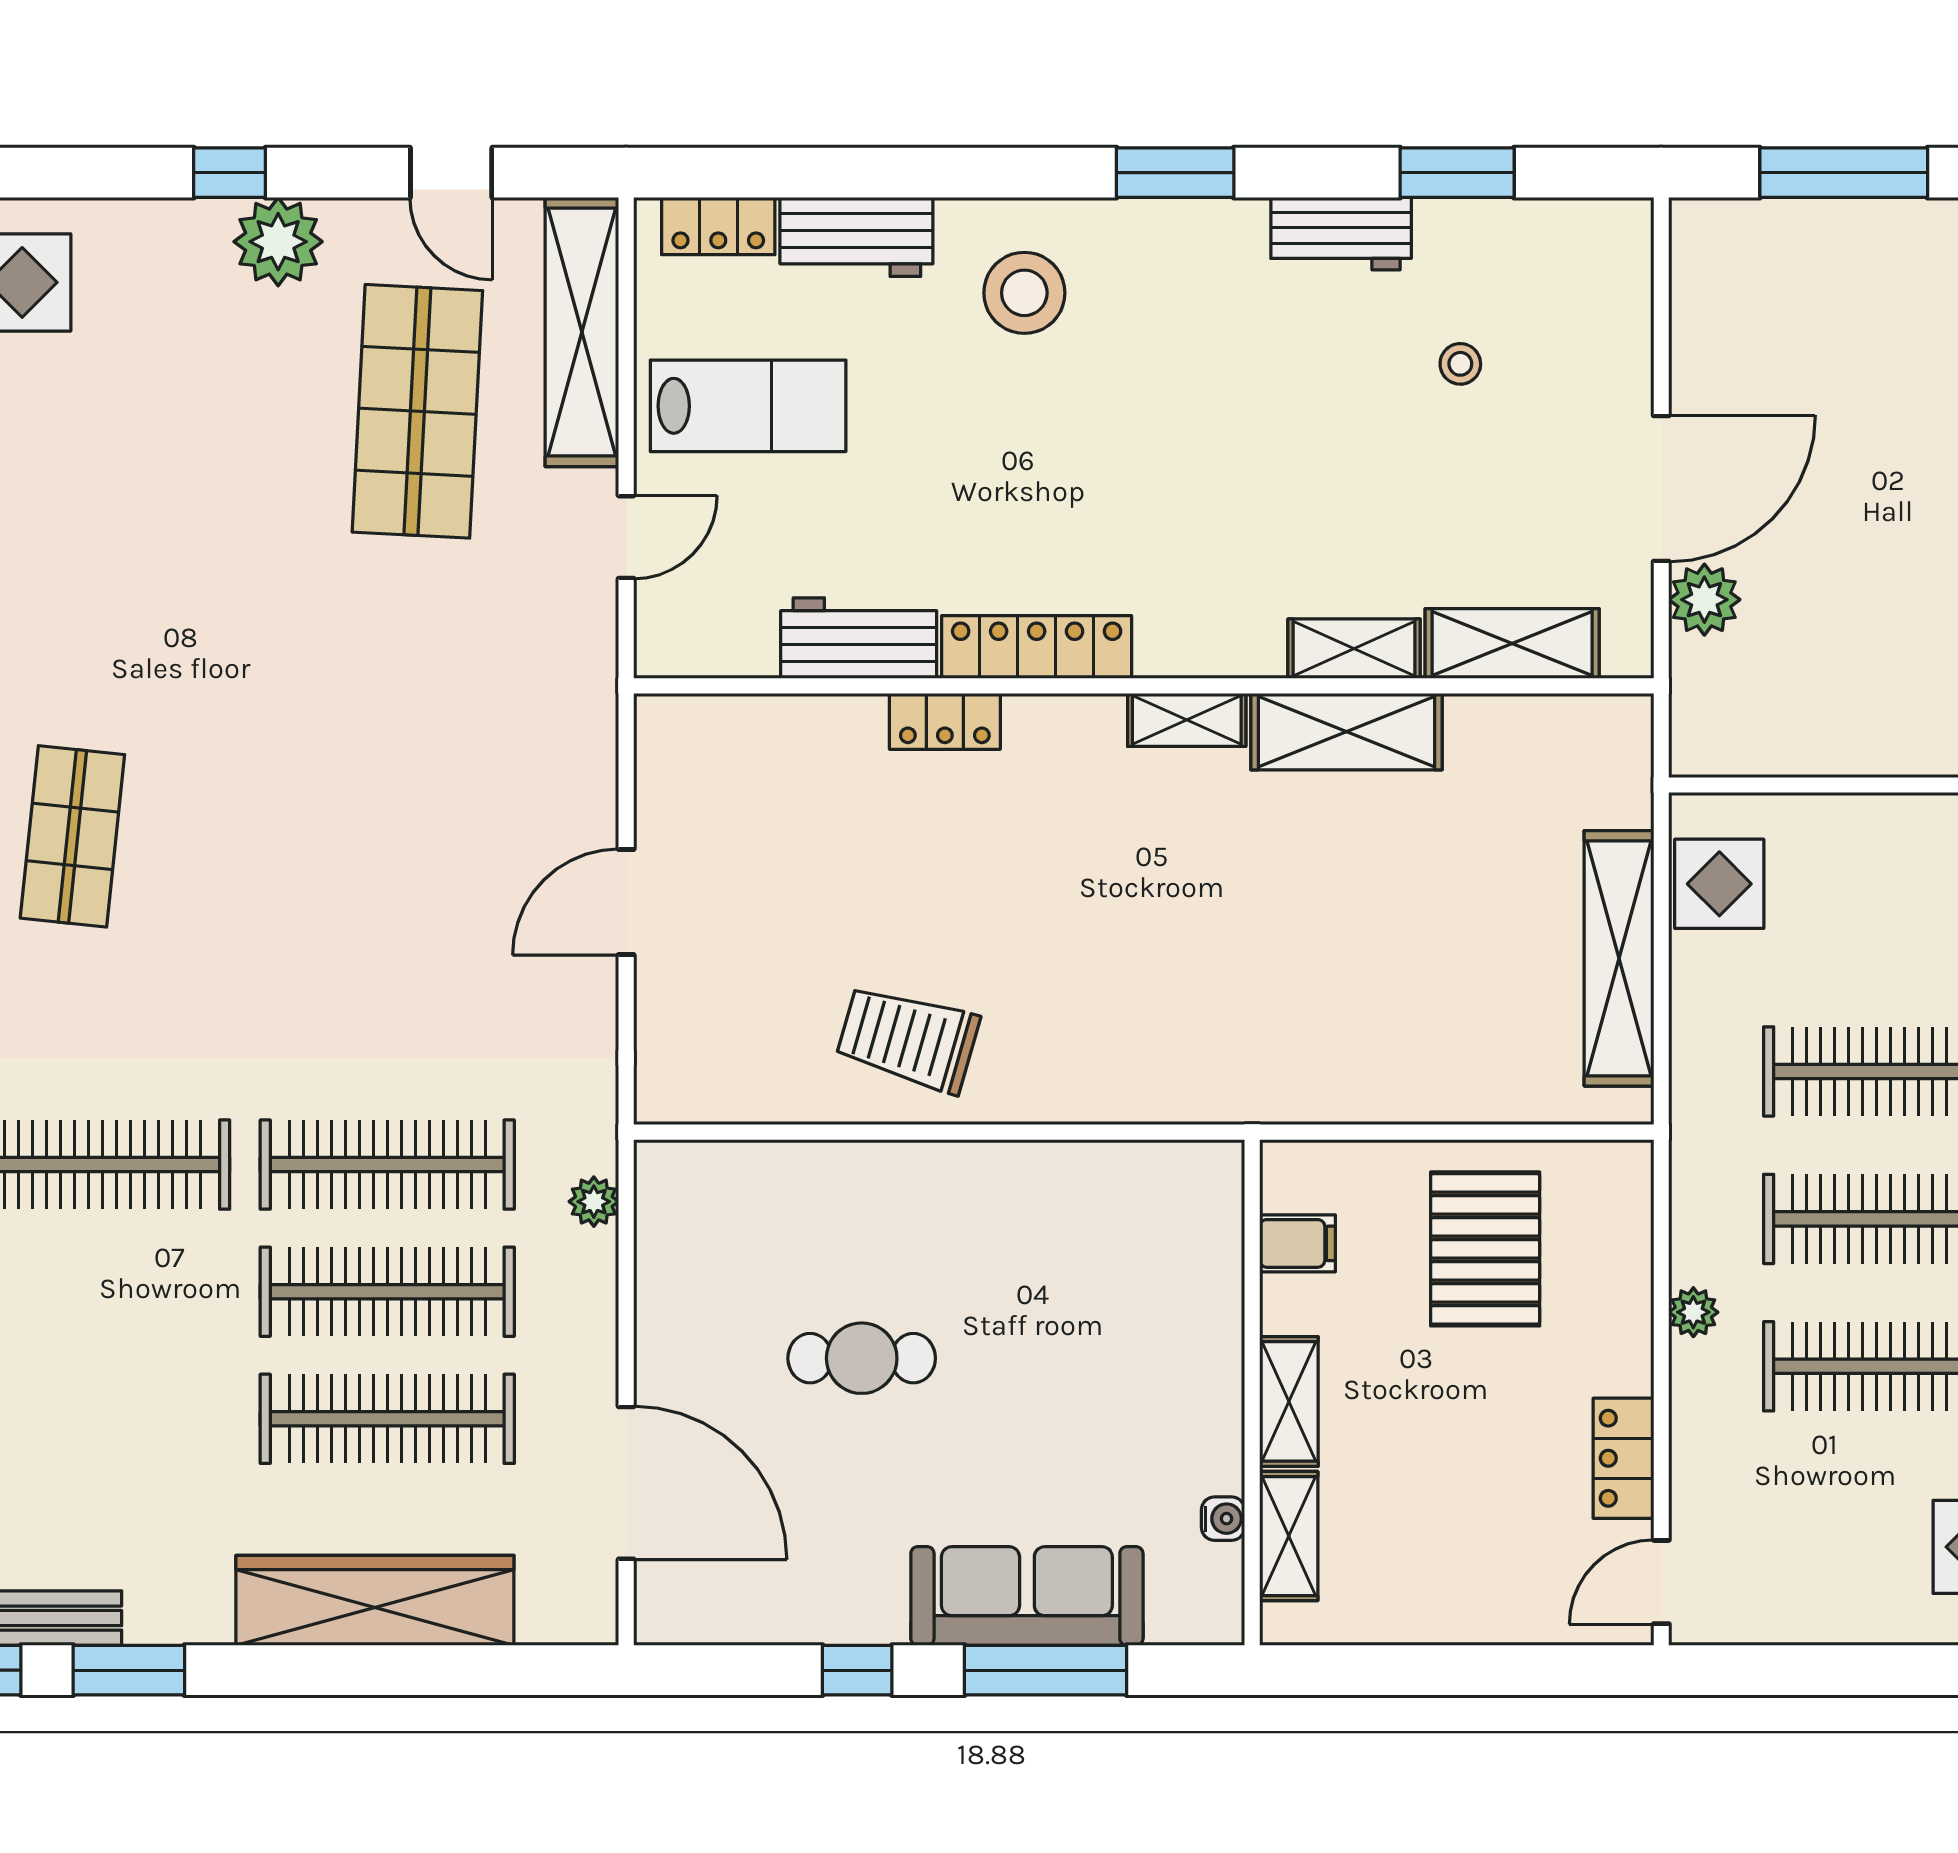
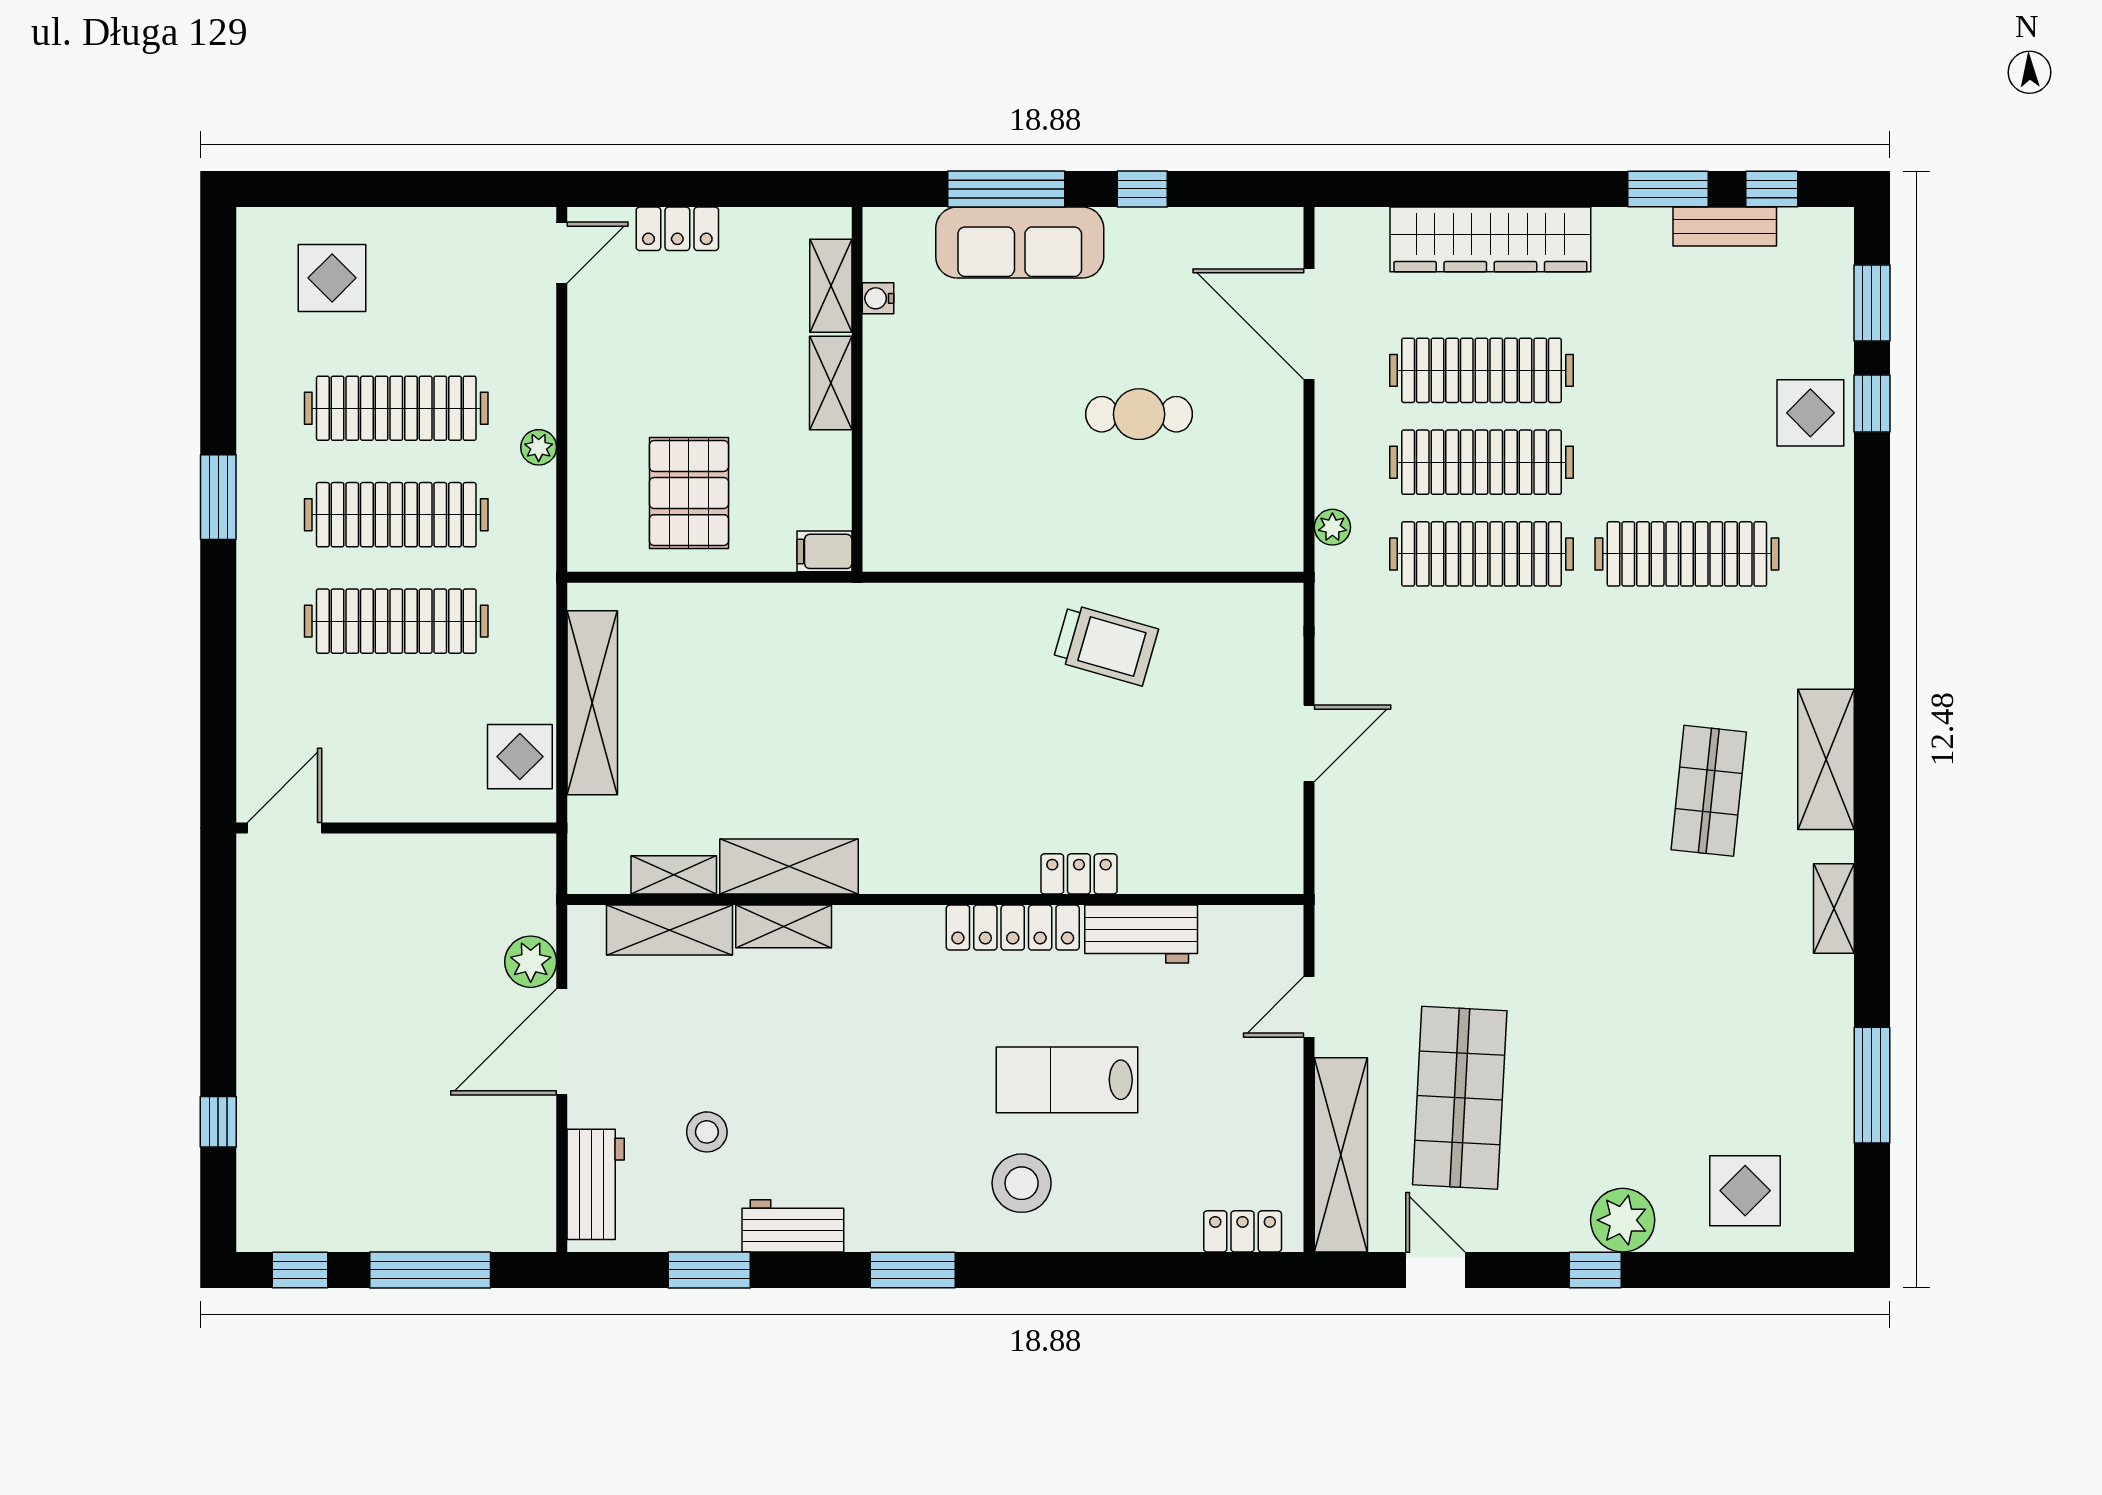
workbench: (856, 237) -> (596, 1184), moved, turned 90
plant: (278, 242) -> (1623, 1220), moved
stool: (1460, 364) -> (707, 1132), width x1.37, depth x1.37
lab bench: (748, 406) -> (1067, 1080), moved
shelving: (1187, 720) -> (674, 875), moved
filing cabinet: (1298, 1243) -> (824, 551), moved
locker: (1623, 1458) -> (677, 229), moved, turned 90

